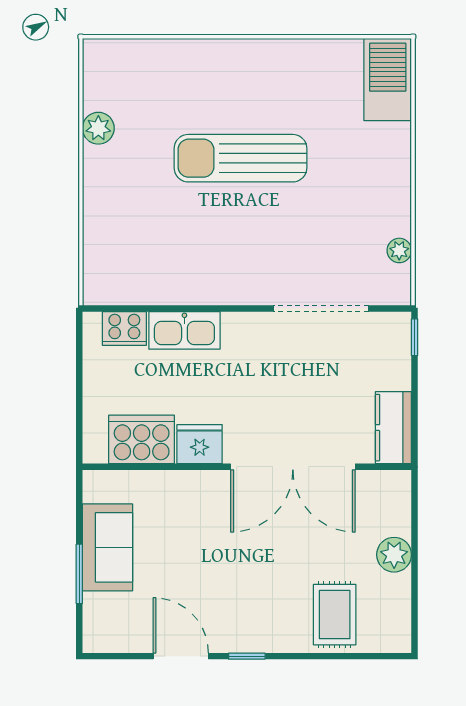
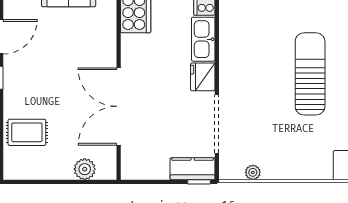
kitchen counter: (393, 428) -> (193, 169), moved
fridge: (200, 444) -> (203, 77), moved, turned 180
plant: (394, 555) -> (85, 169), moved

